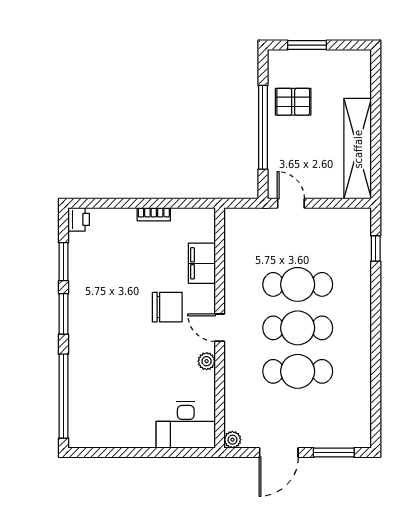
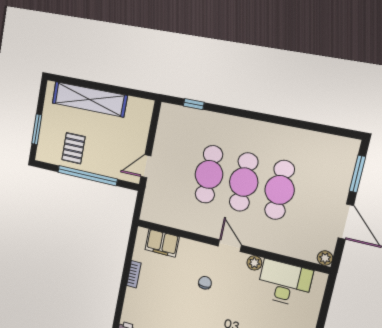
shelving: (358, 149) -> (89, 99), moved
filing cabinet: (202, 263) -> (162, 243), moved
chair: (167, 307) -> (205, 283), width x0.54, depth x0.54
door: (220, 328) -> (230, 246), swing flipped
desk: (186, 425) -> (285, 283), moved, turned -90

